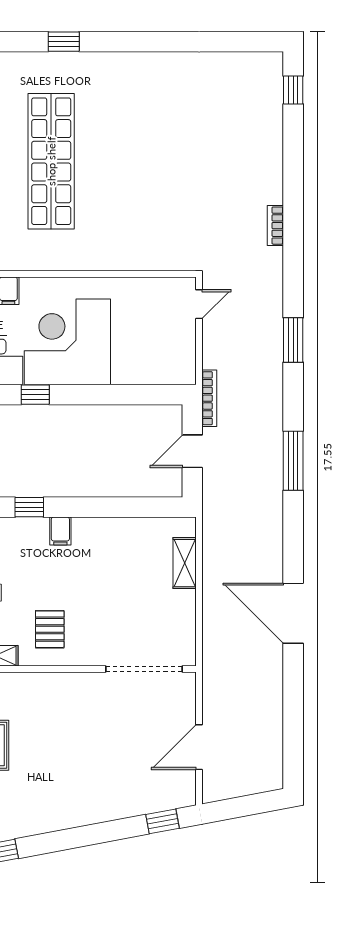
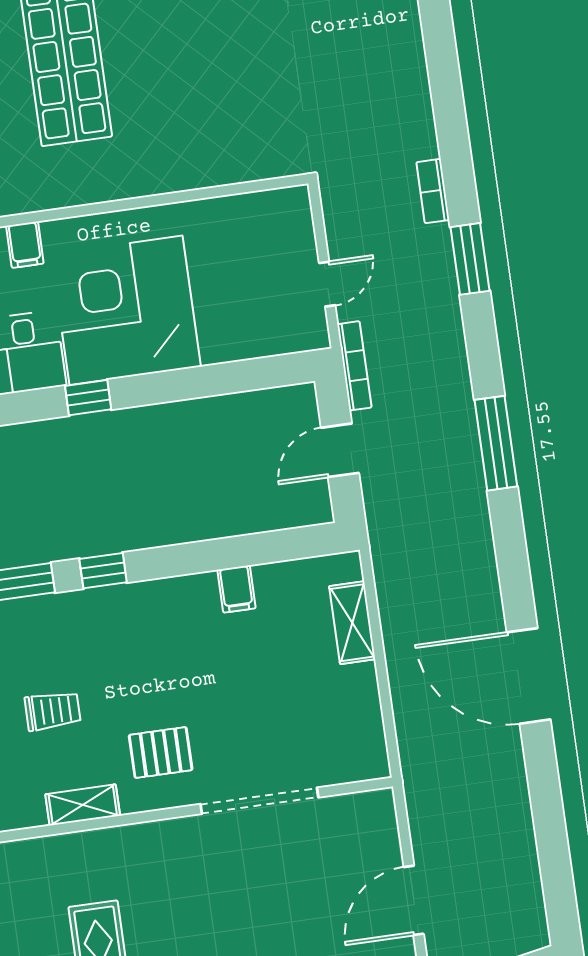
bookcase: (275, 226) -> (433, 191), moved
door: (199, 304) -> (327, 284), moved
filing cabinet: (60, 531) -> (237, 589), moved
pallet: (50, 629) -> (161, 752), turned 90
doorway: (144, 669) -> (259, 801), moved

